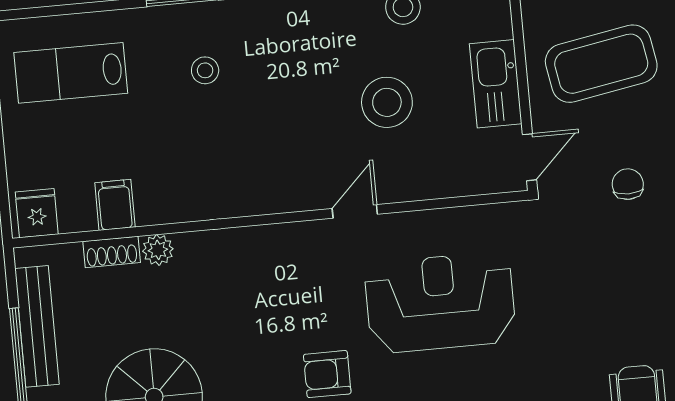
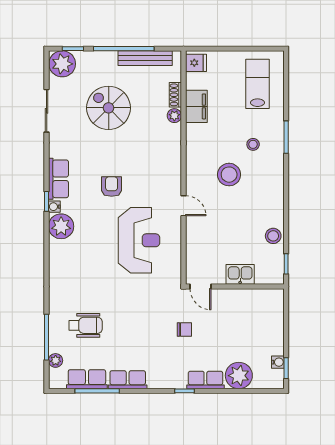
coffee table: (601, 64) -> (240, 323), removed
kitchen sink: (496, 84) -> (240, 274), width x0.73
stool: (387, 102) -> (229, 175), moved
filing cabinet: (115, 205) -> (196, 106), width x2.00

